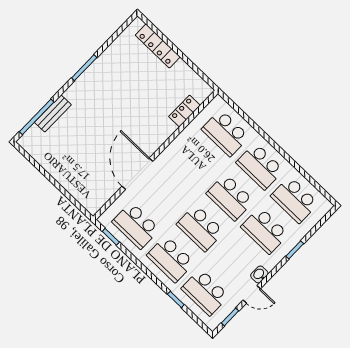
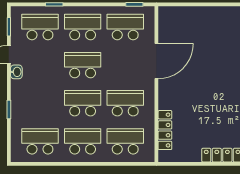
locker: (184, 111) -> (165, 130), width x1.53
door: (137, 174) -> (156, 61), hinge flipped
school desk: (265, 231) -> (125, 103), moved

